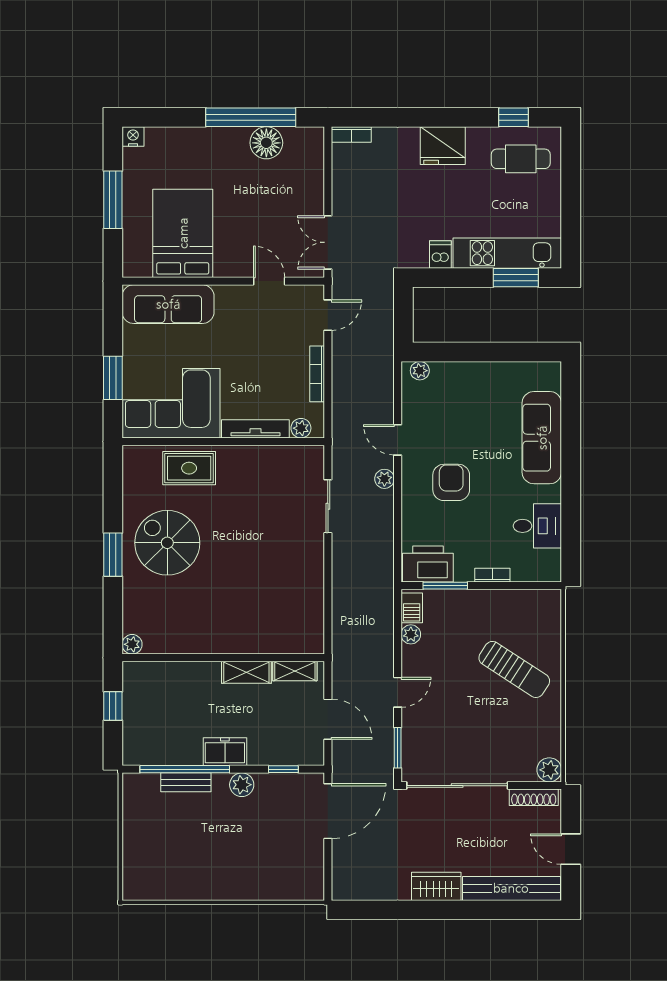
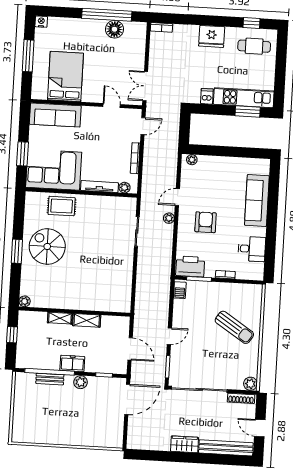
door: (398, 440) -> (177, 197), hinge flipped
plant: (411, 634) -> (178, 305), removed
shelving: (295, 671) -> (60, 318), moved

